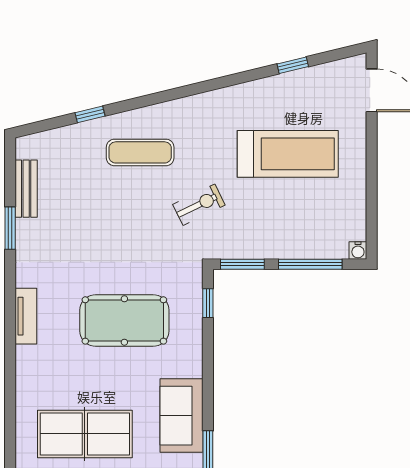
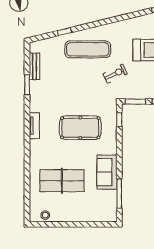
exercise mat: (140, 152) -> (88, 49), width x1.36, depth x1.45

